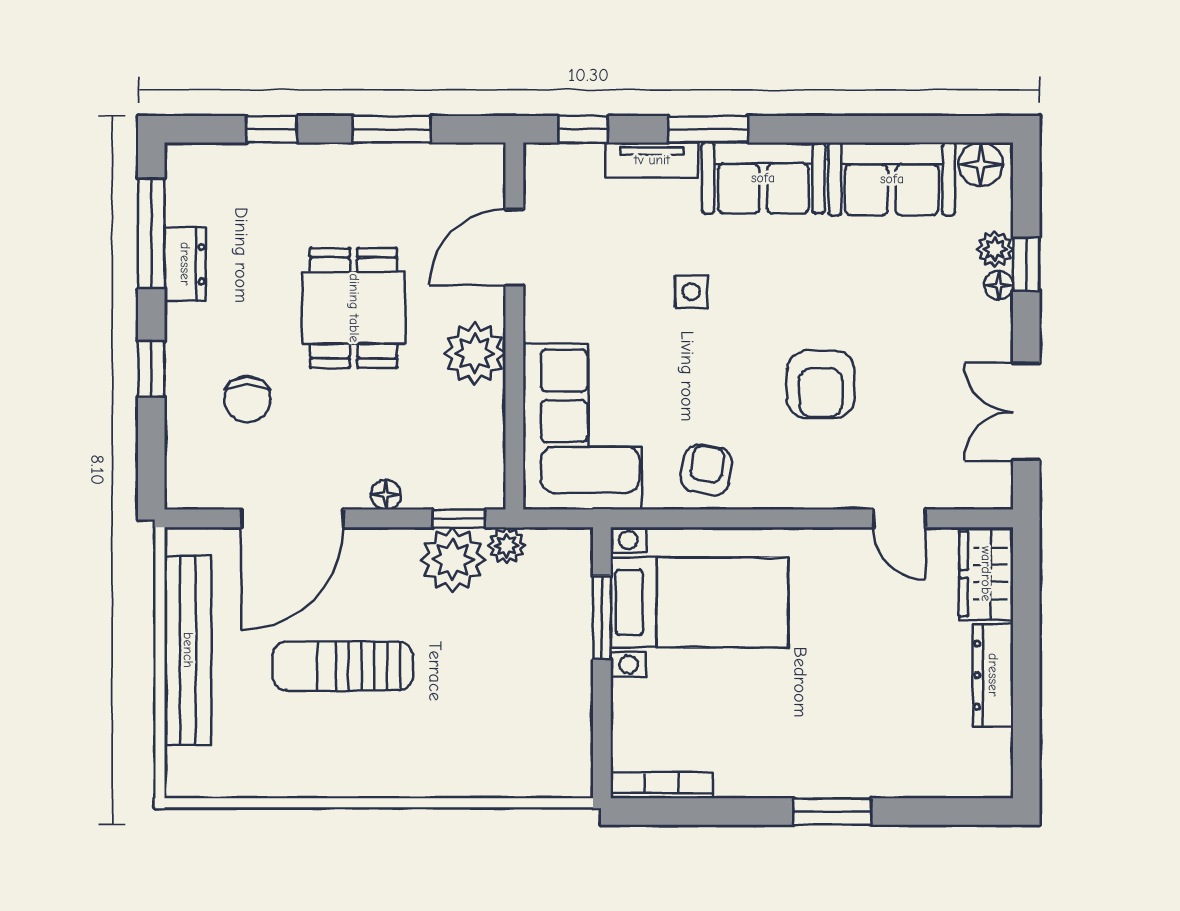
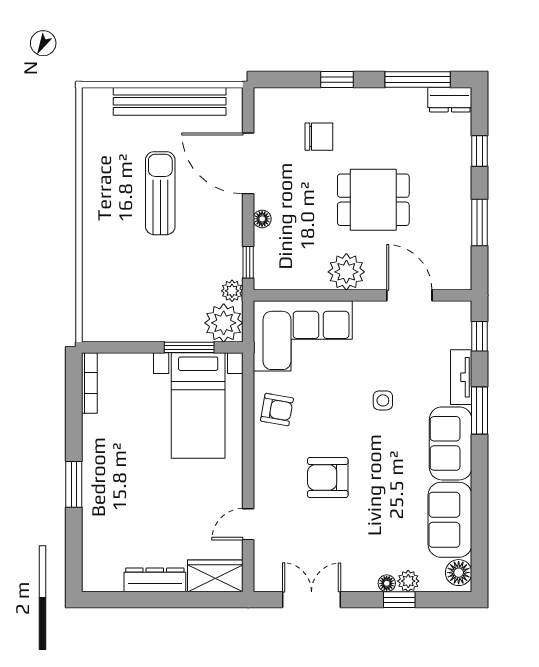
dresser: (185, 264) -> (450, 100), moved
chair: (247, 399) -> (319, 137), turned 180
plant: (453, 560) -> (224, 323), moved

